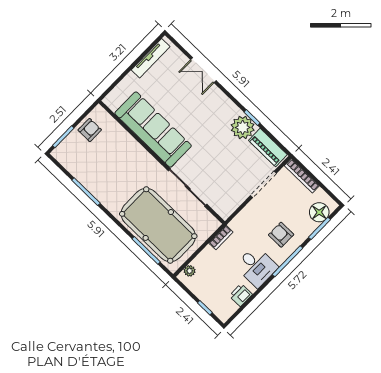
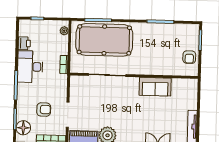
sofa: (153, 130) -> (155, 87), width x0.54, depth x0.79
armchair: (281, 235) -> (44, 109), moved
desk: (256, 266) -> (30, 67), width x1.37

